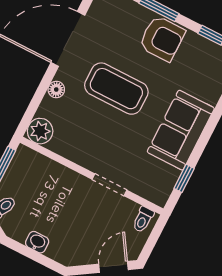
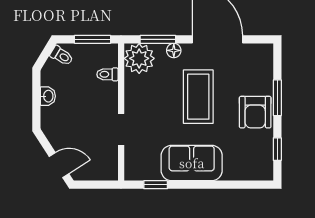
window: (37, 100) -> (158, 39), added
plant: (40, 131) -> (139, 58), width x1.36, depth x1.36
toilet: (143, 219) -> (107, 74), moved

